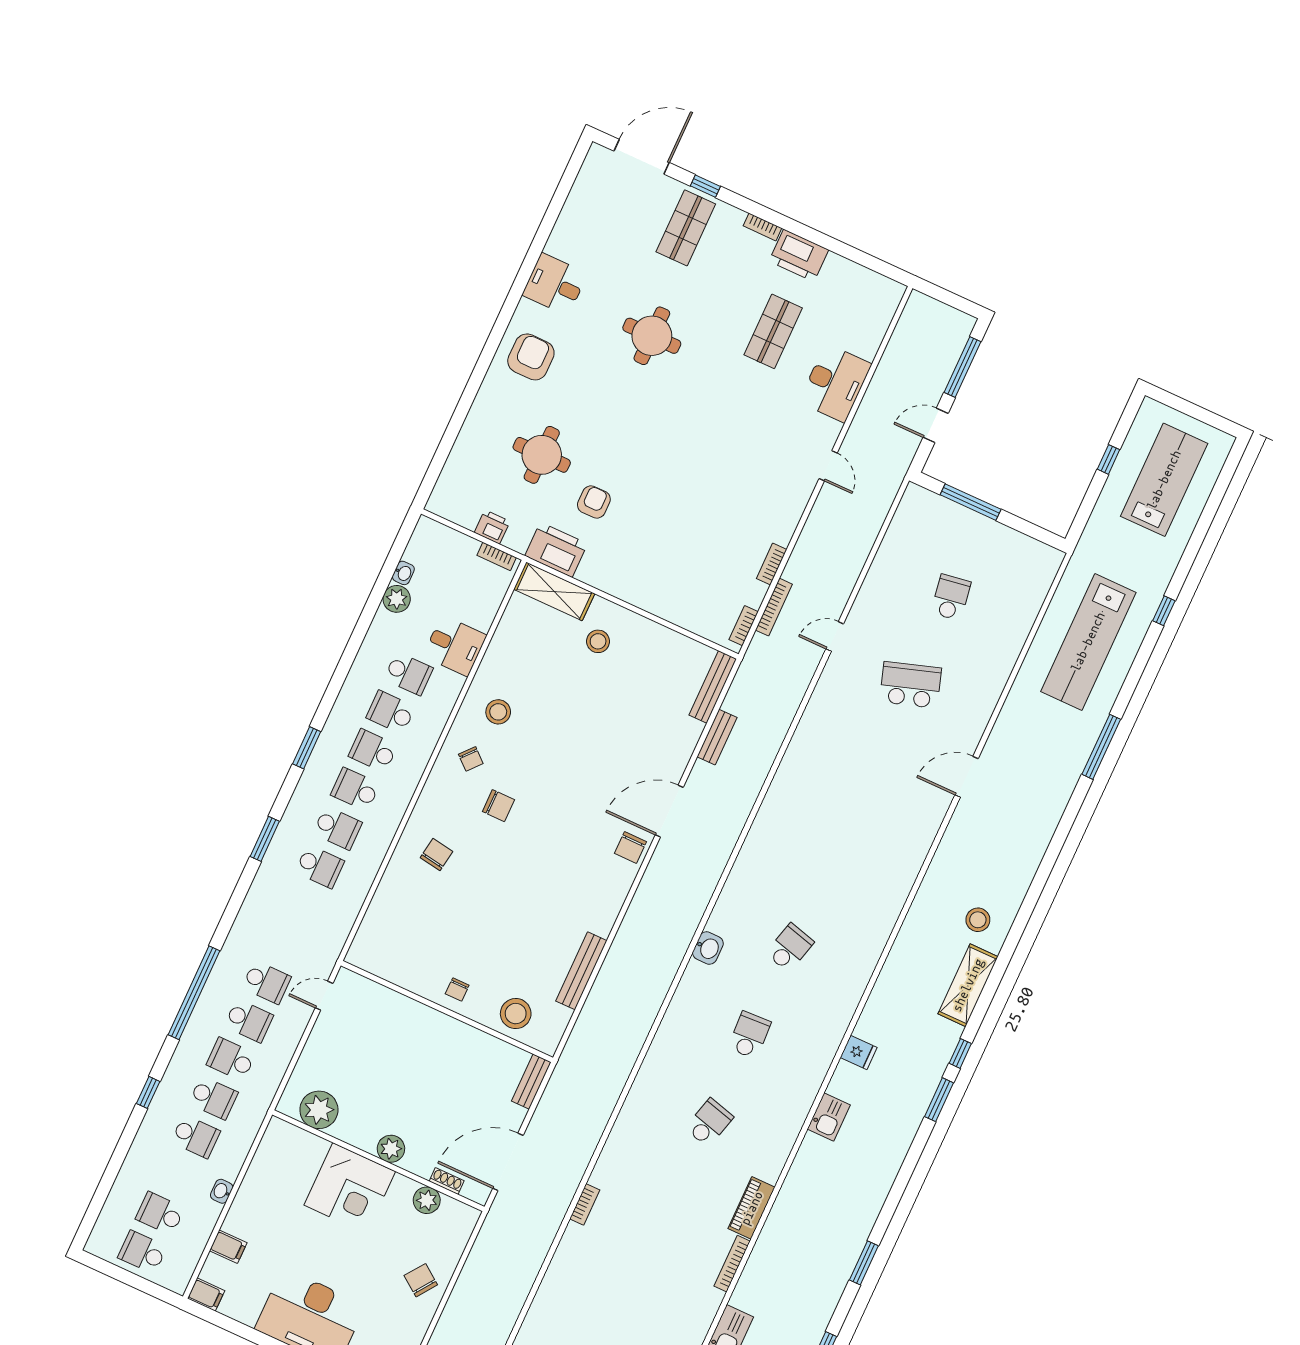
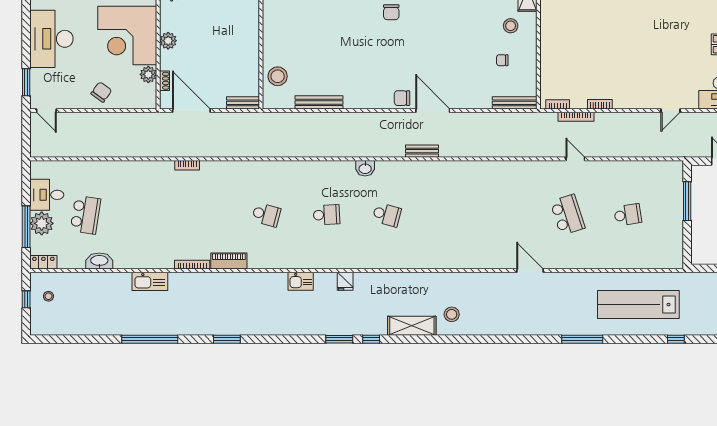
bench: (717, 737) -> (422, 151), moved
chair: (457, 990) -> (502, 60), moved
corner desk: (350, 1188) -> (127, 35), width x1.36, depth x1.36

